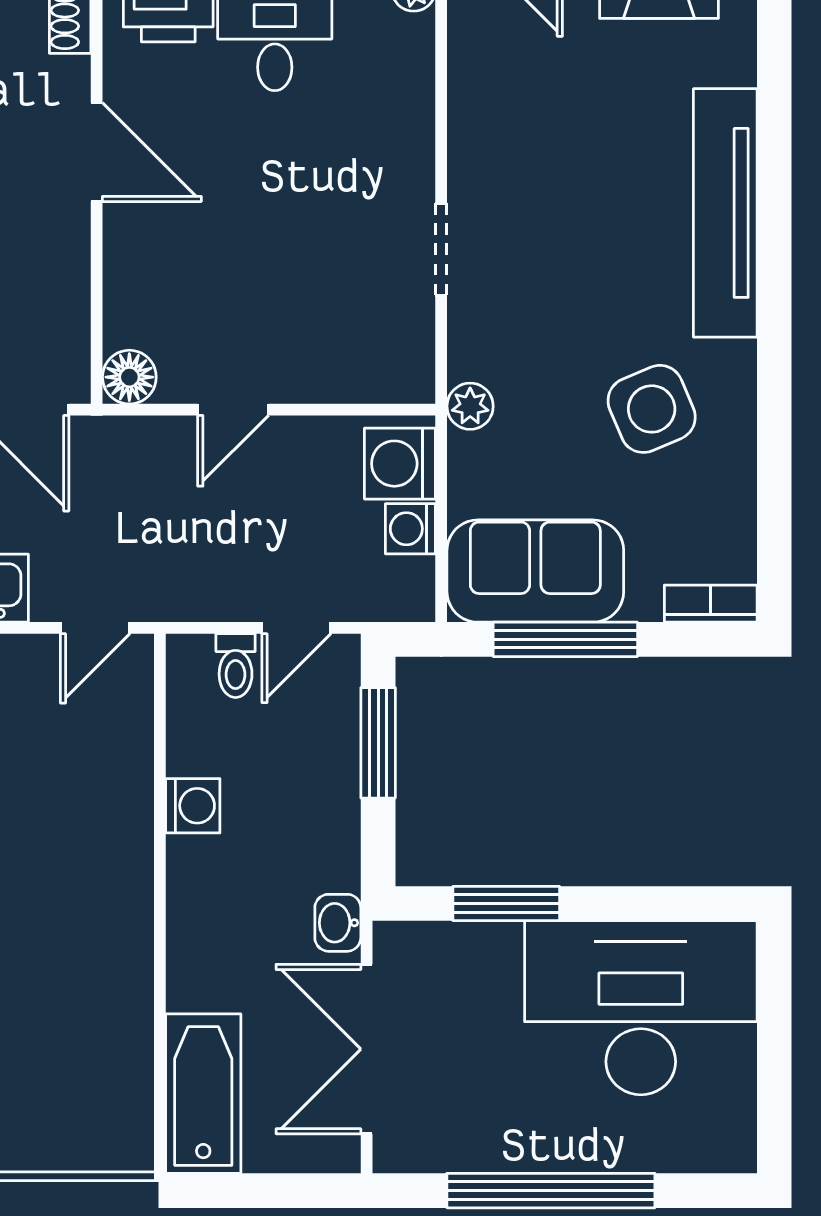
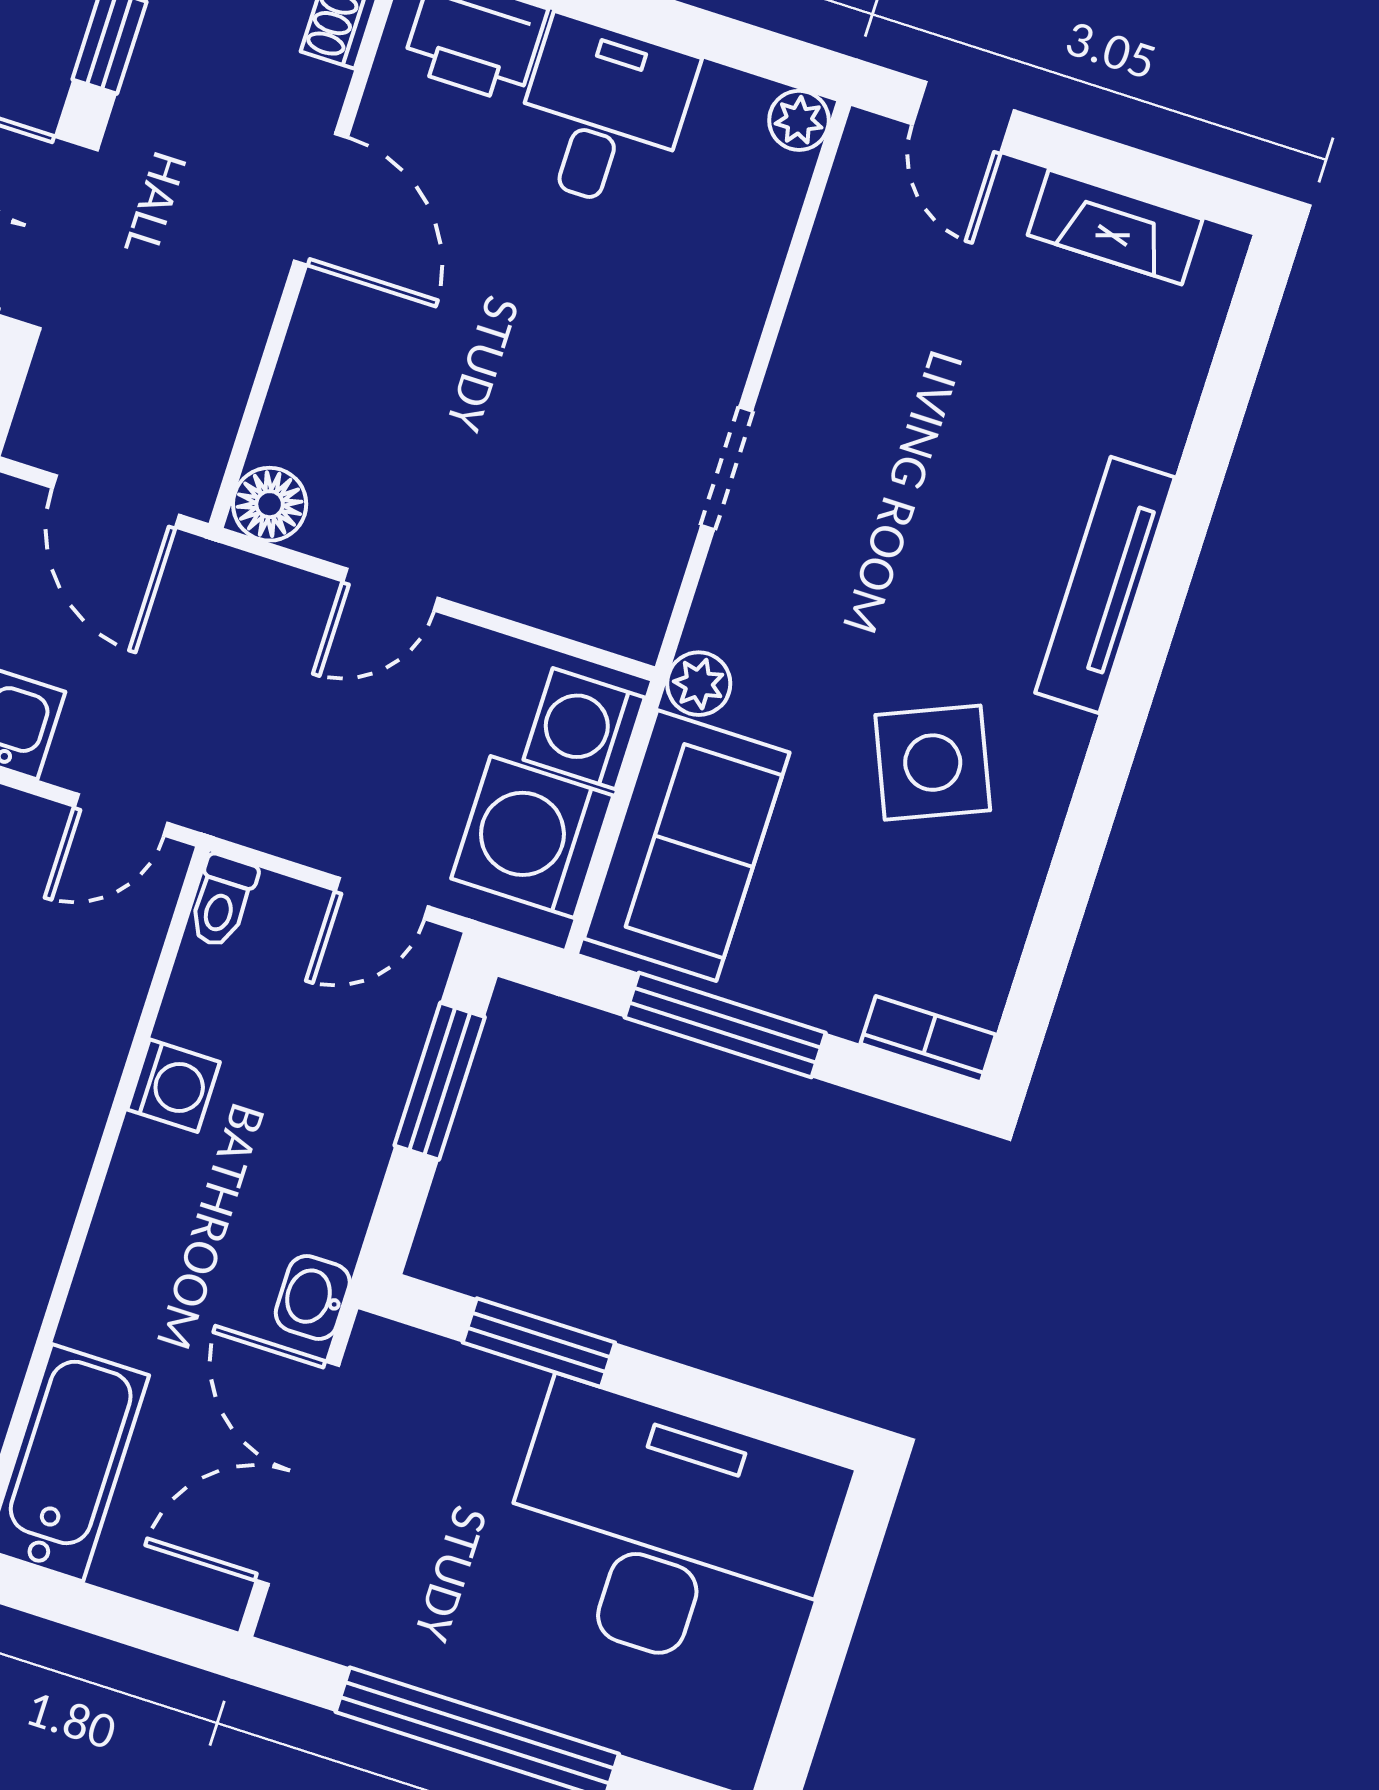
tv unit: (725, 213) -> (1105, 585), width x0.73, depth x0.78
washing machine: (410, 529) -> (532, 837), width x1.89, depth x1.89
sofa: (535, 571) -> (687, 846), moved, turned 90
toilet: (236, 666) -> (222, 901), moved

